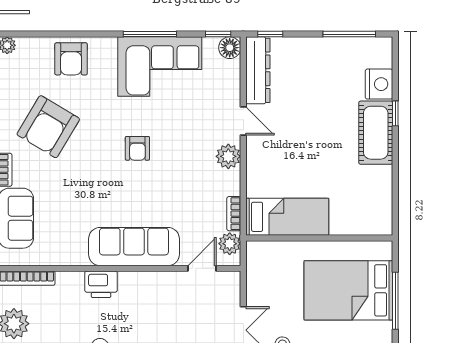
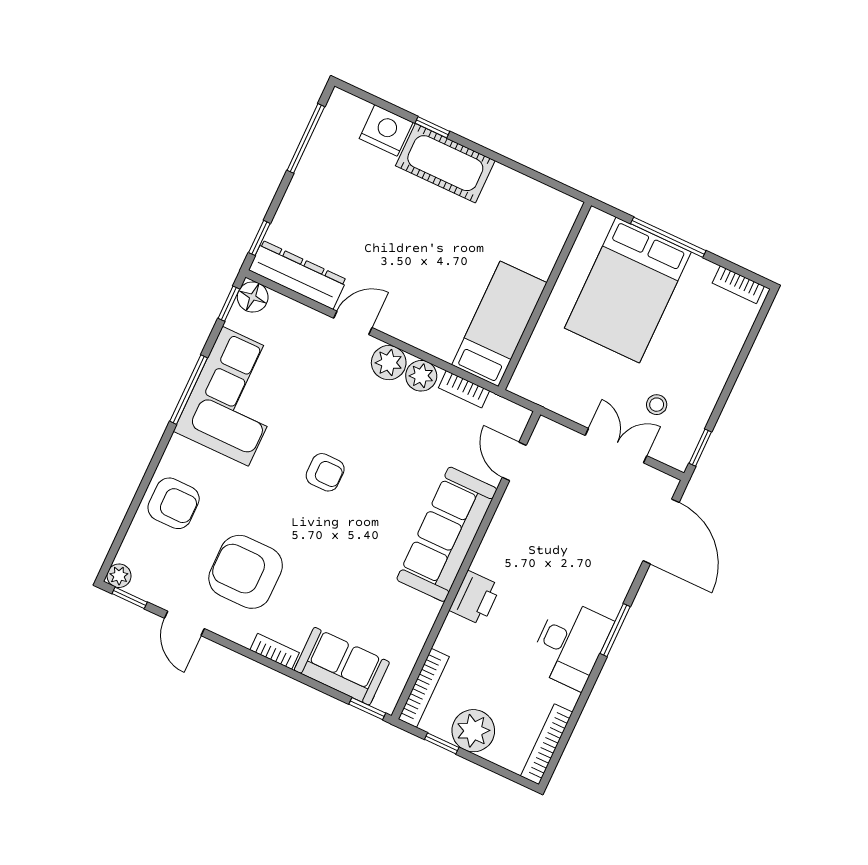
armchair: (48, 127) -> (246, 572), turned 149
plant: (230, 244) -> (421, 376), moved

